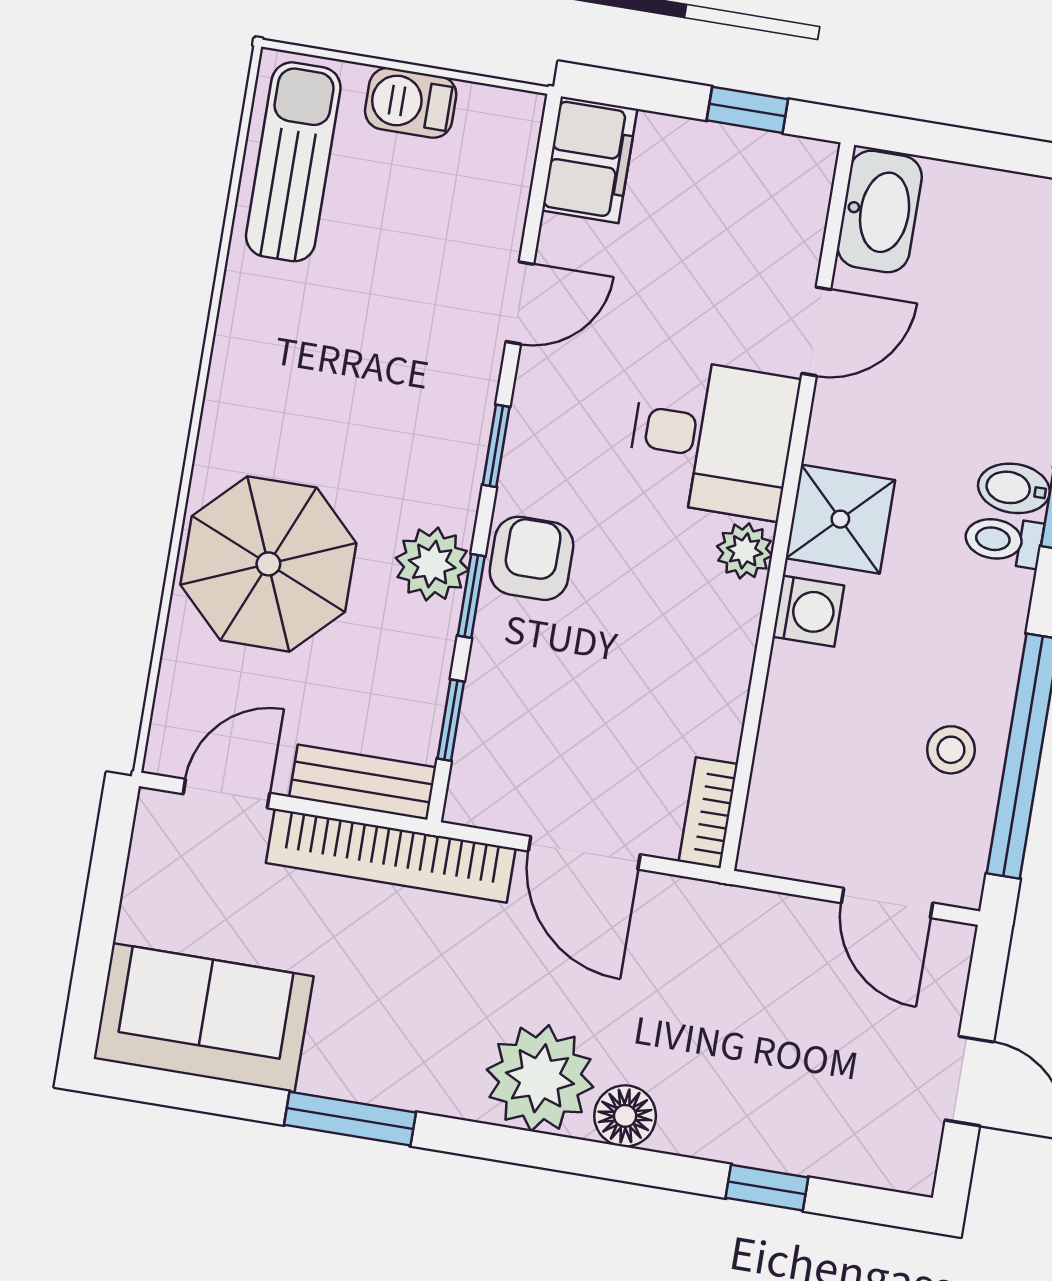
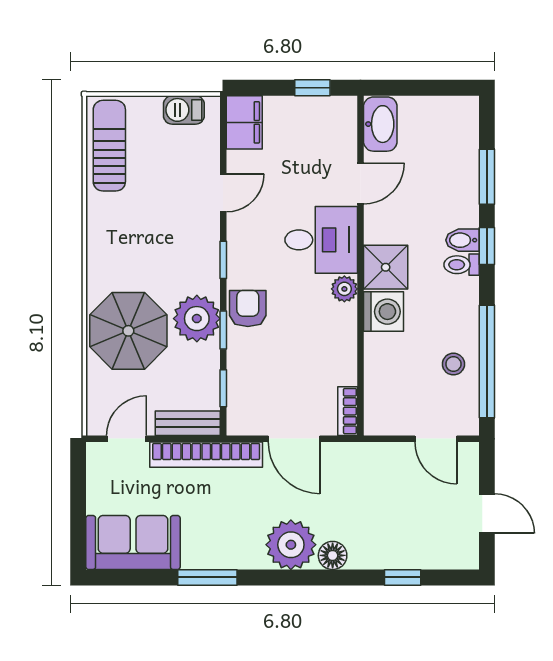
barbecue: (411, 103) -> (184, 110), moved
plant: (432, 564) -> (197, 319), width x1.36, depth x1.36
washing machine: (808, 611) -> (383, 312), width x1.38, depth x1.38

